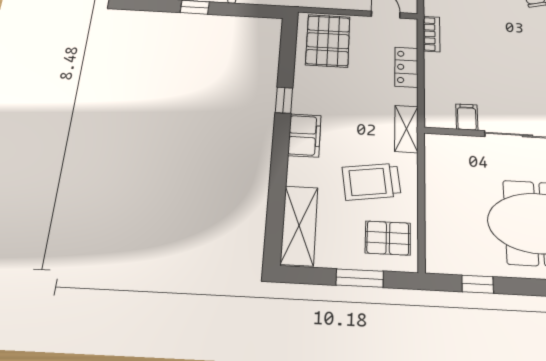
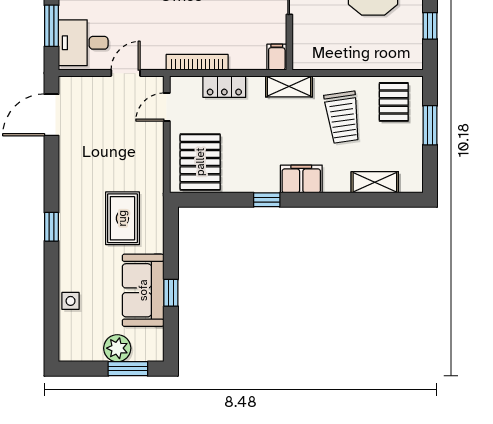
bookcase: (432, 34) -> (197, 62), width x1.56
pallet: (328, 41) -> (200, 162), turned 90
filing cabinet: (467, 117) -> (277, 57), moved, turned 90
shelving: (299, 225) -> (375, 182), width x0.67, depth x0.75

